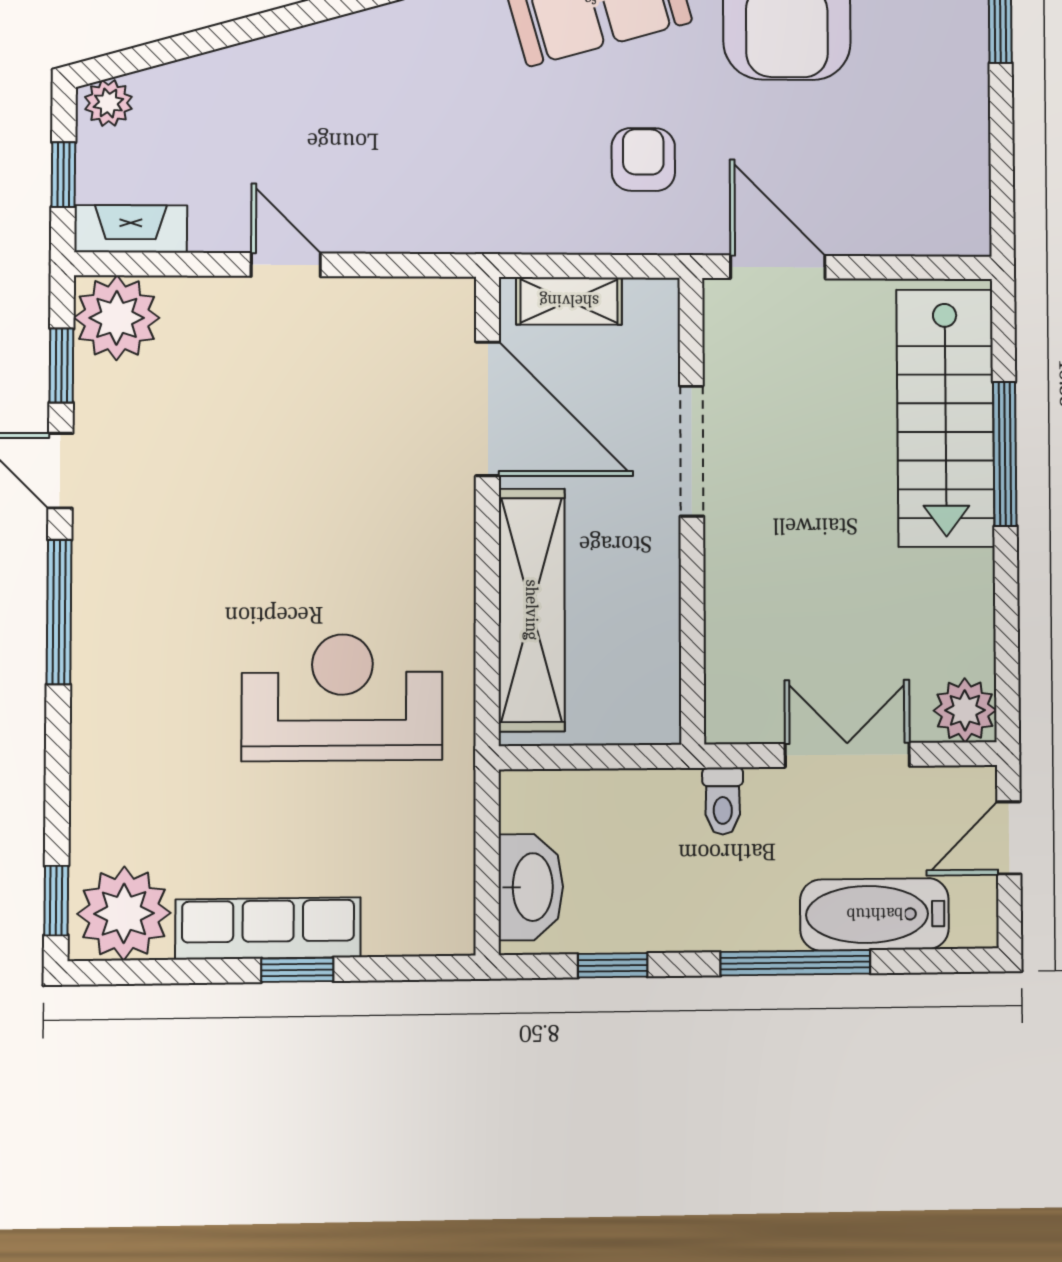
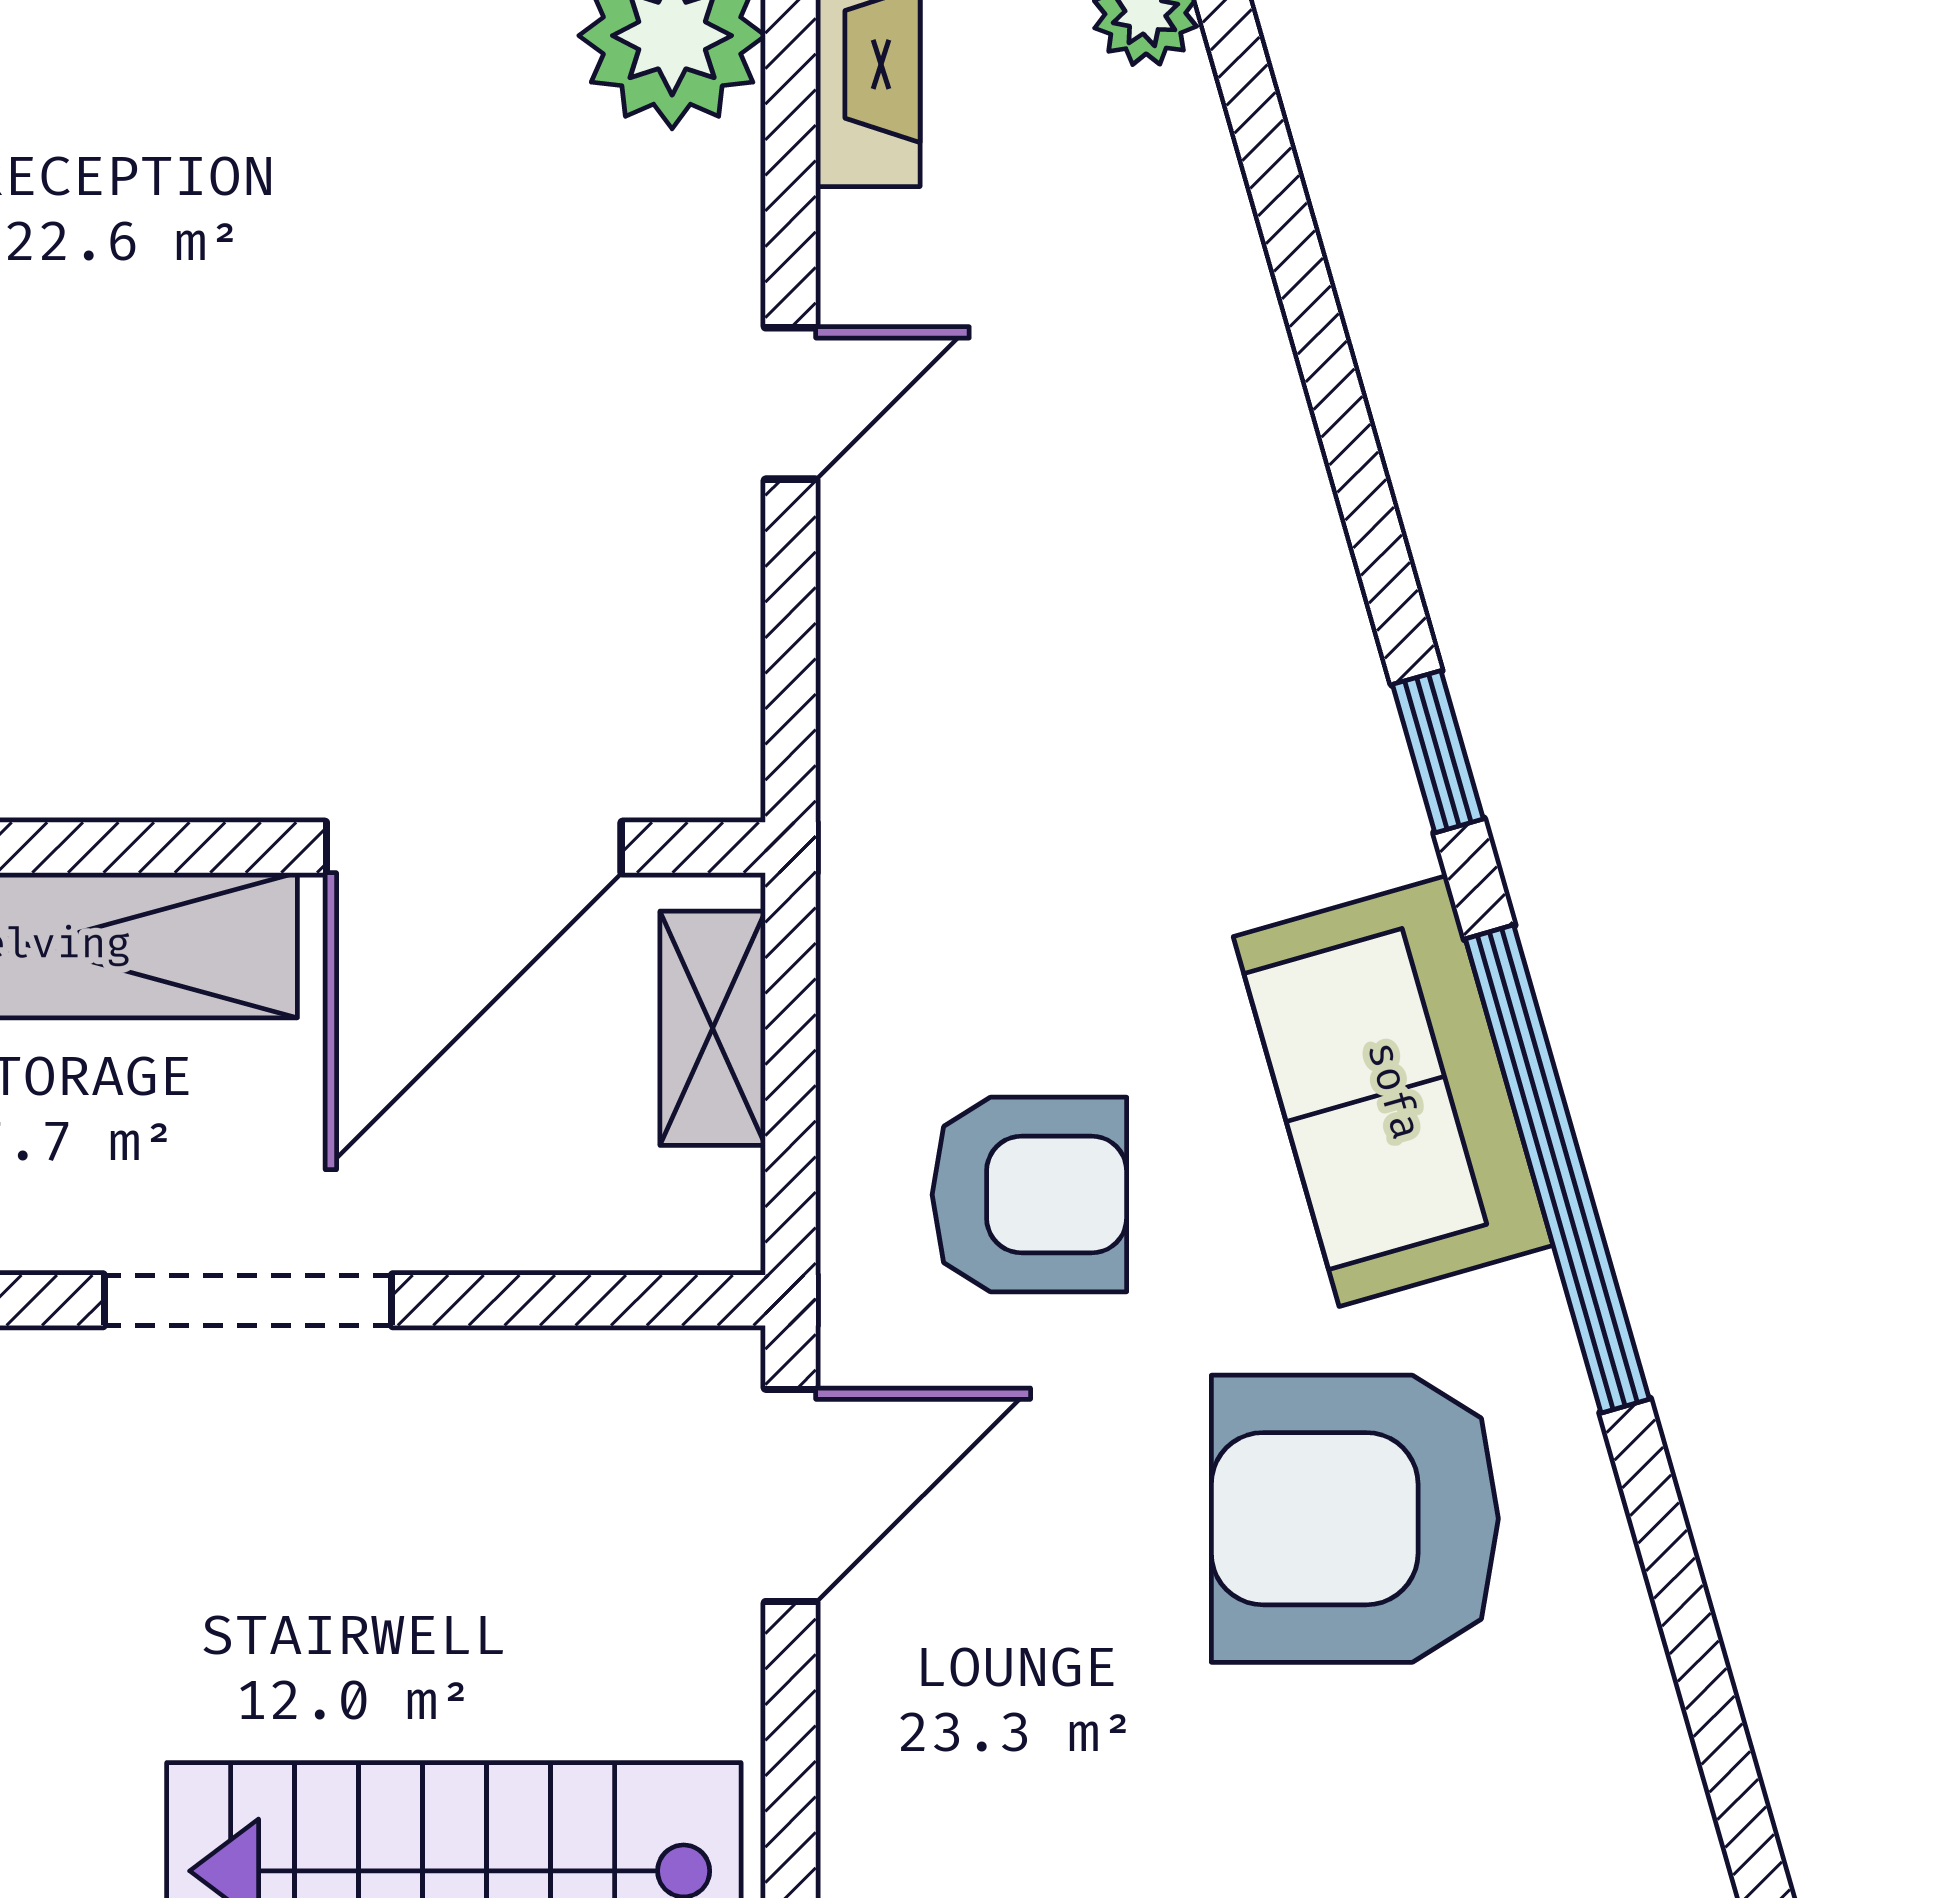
armchair: (643, 159) -> (1029, 1195), width x1.38, depth x1.38
doorway: (692, 451) -> (248, 1300), moved

